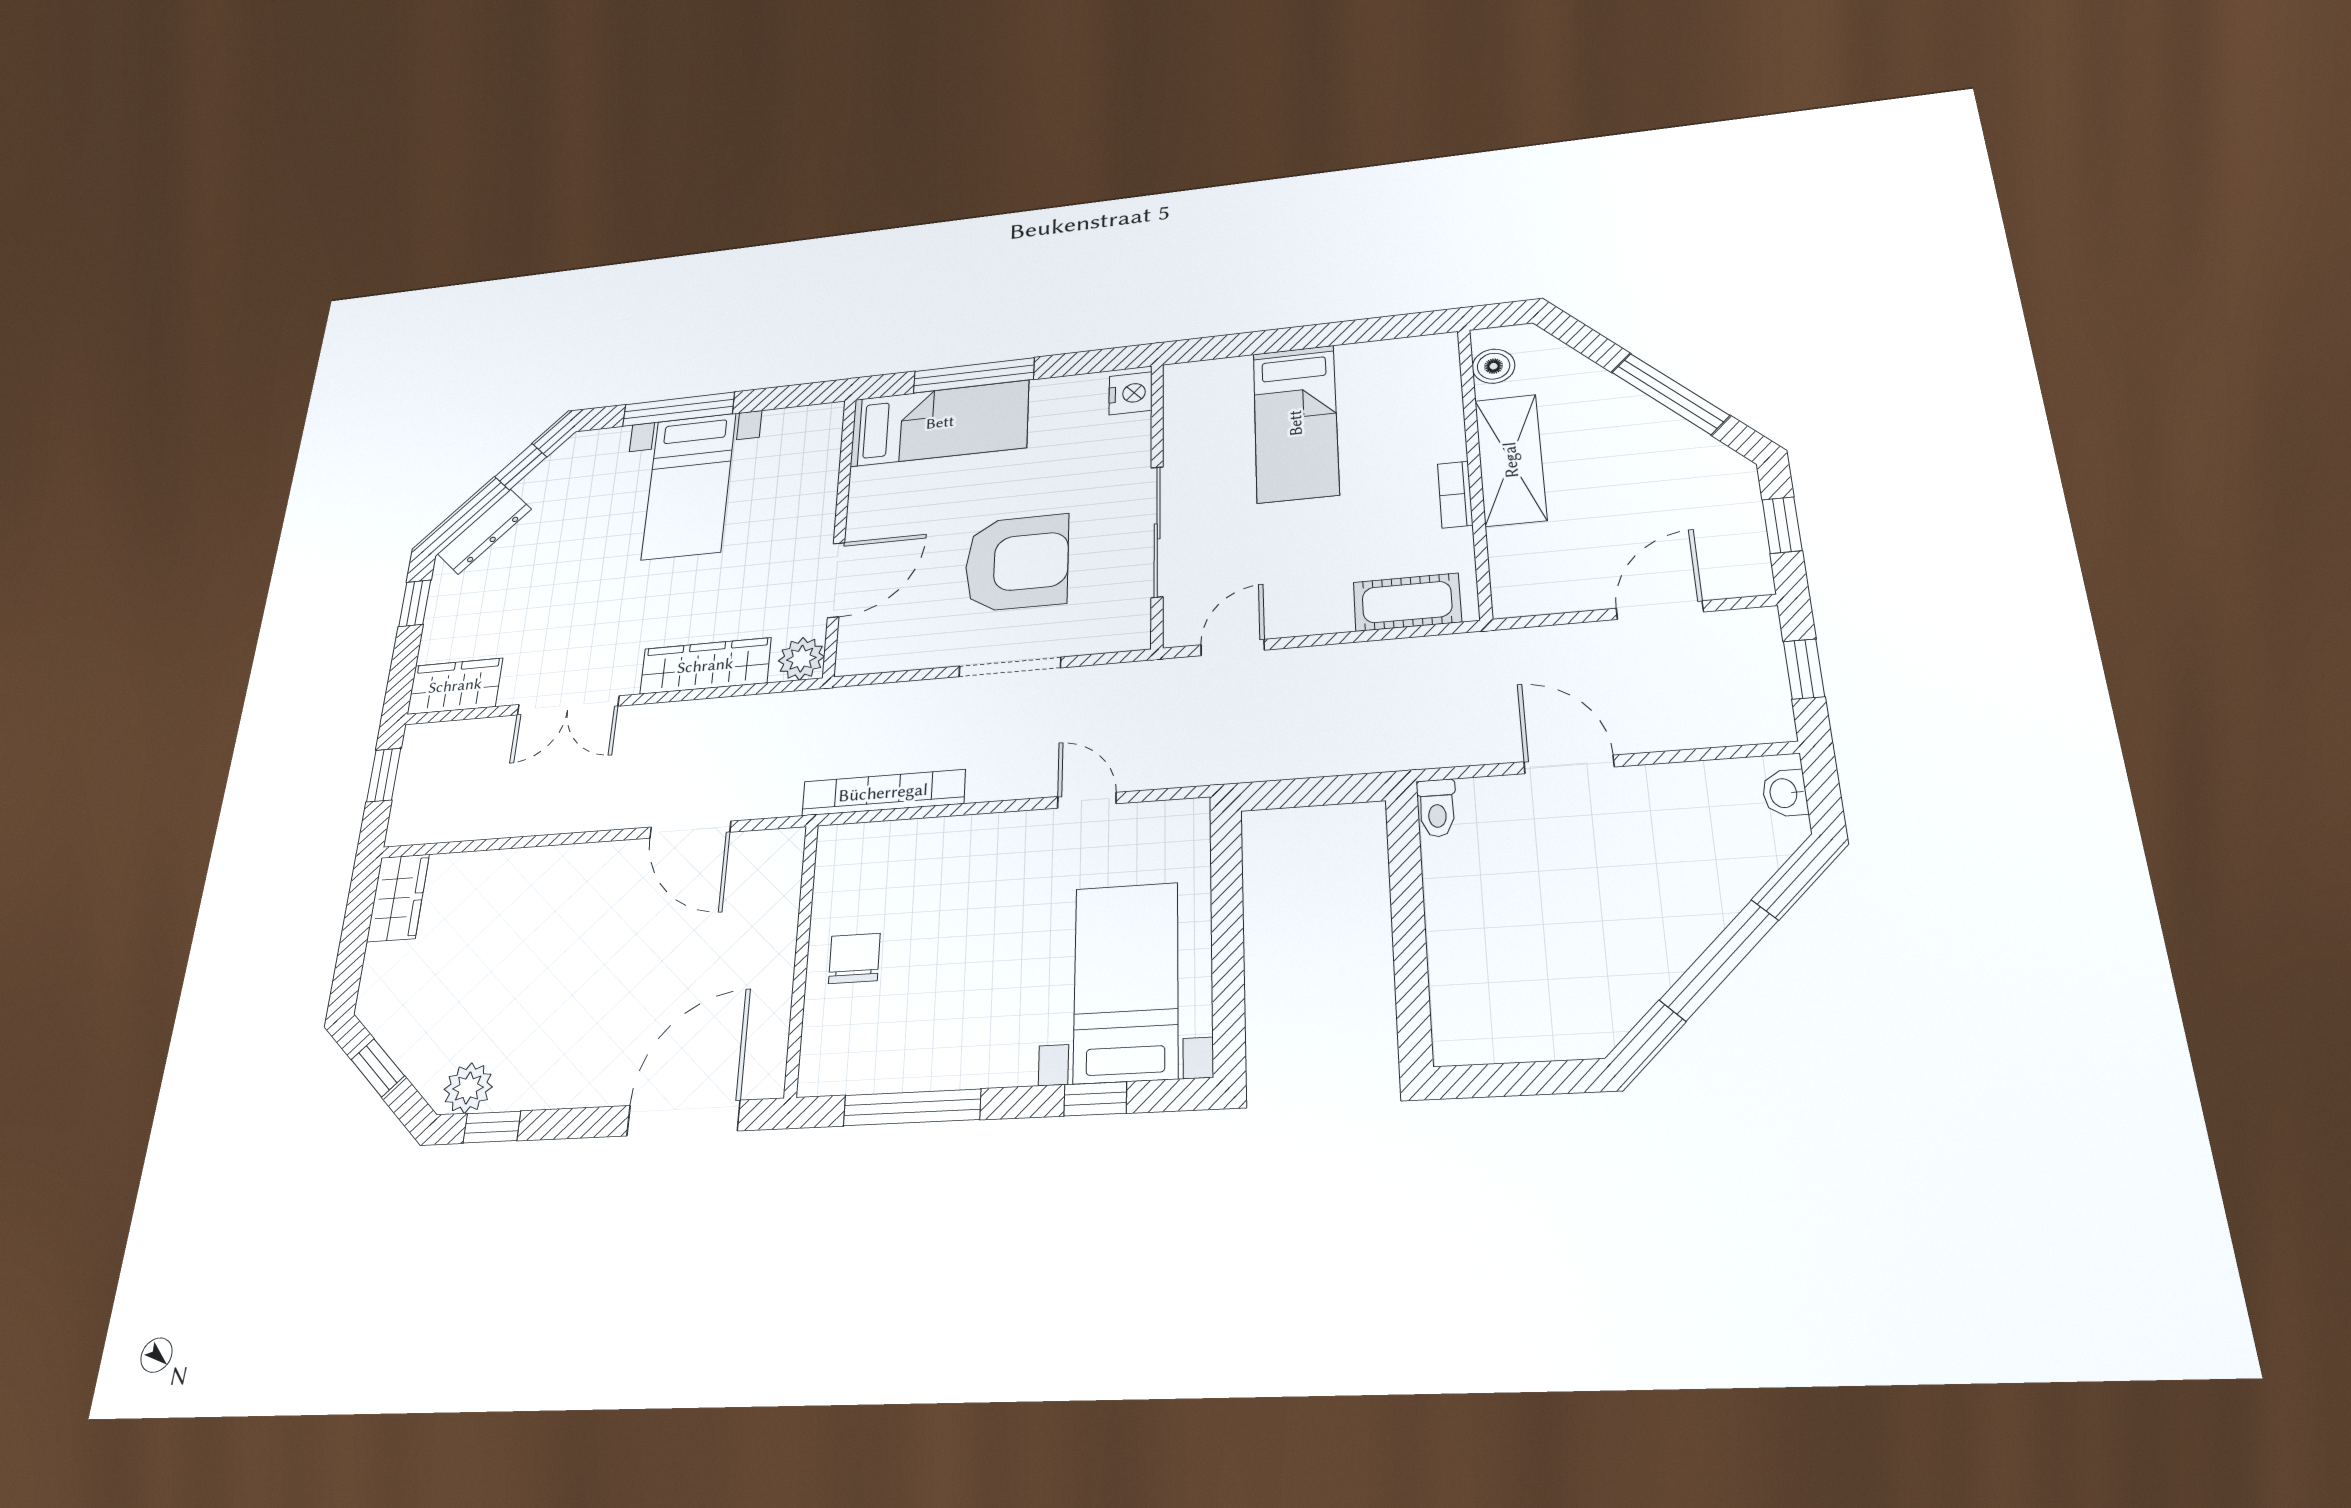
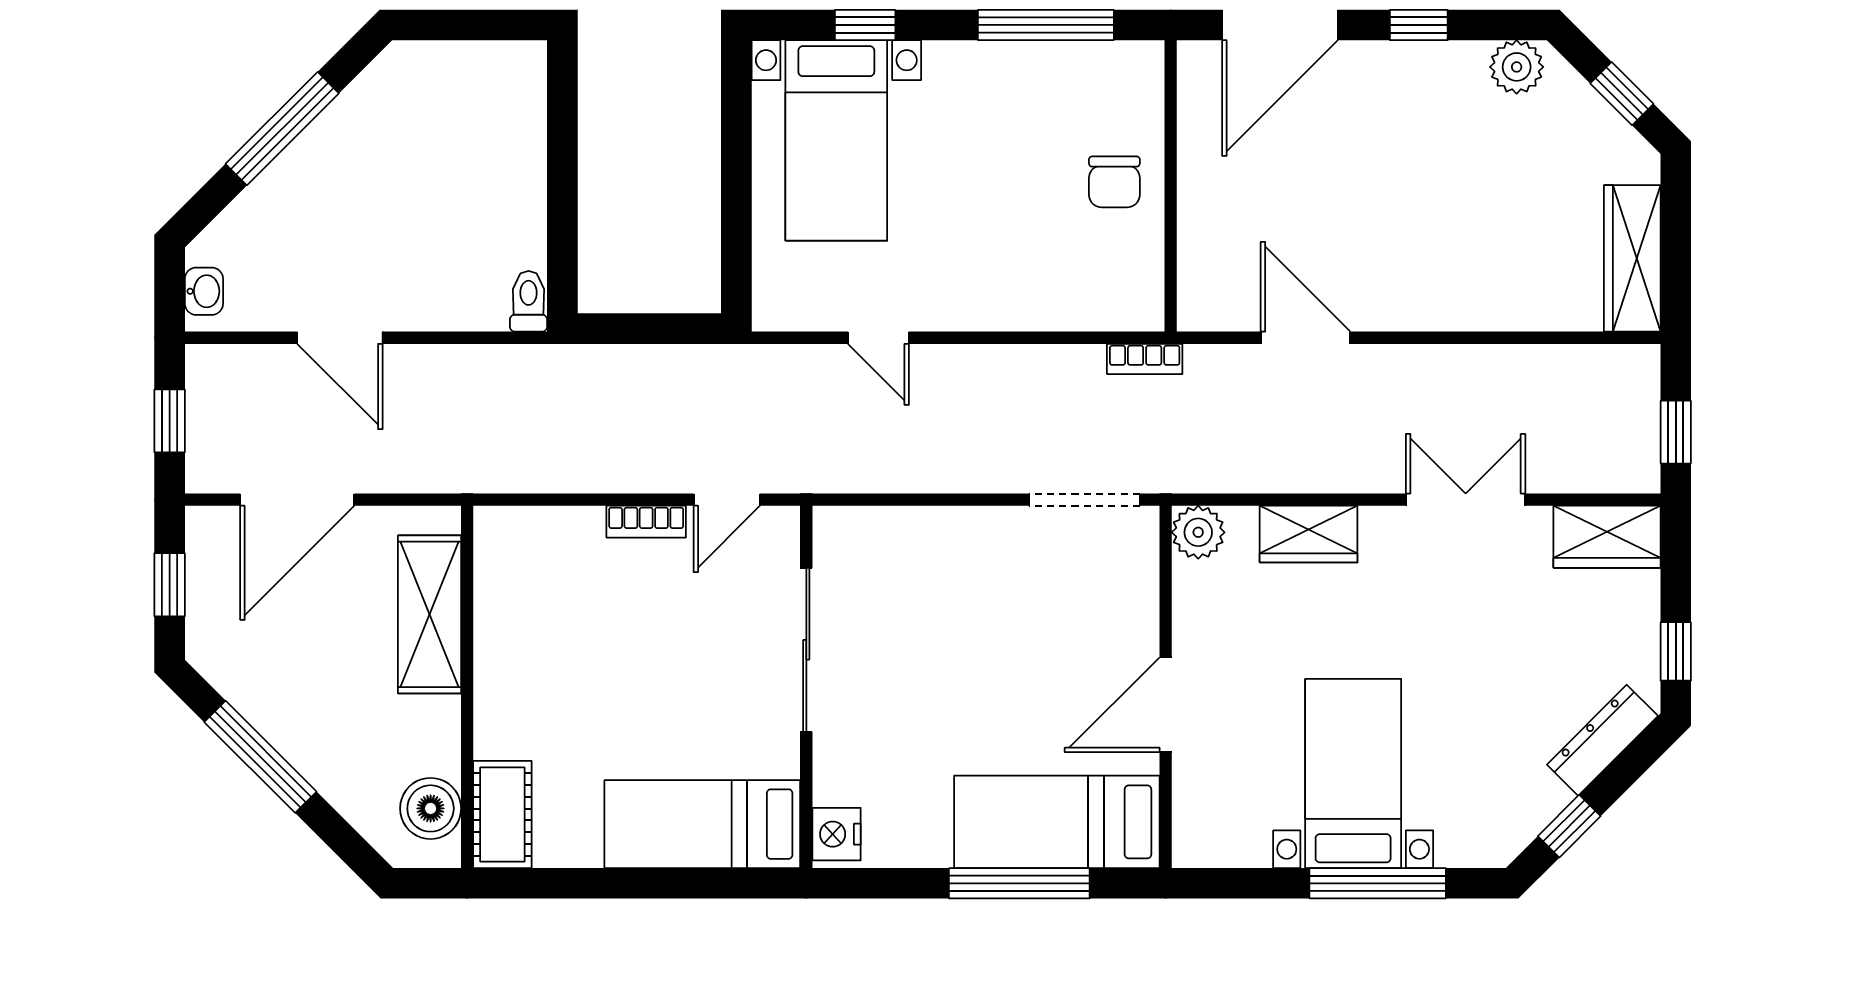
boiler: (1494, 366) -> (431, 808), width x1.36, depth x1.36
bed: (1296, 423) -> (702, 824), moved, turned -90
shelving: (1511, 460) -> (430, 614), moved
bookcase: (1455, 494) -> (646, 522), moved, turned 90
armchair: (1017, 563) -> (961, 627), removed
door: (836, 580) -> (1166, 705), moved
cot: (1407, 602) -> (502, 814), moved, turned 90
door: (1660, 610) -> (297, 500), width x1.36
wardrobe: (705, 666) -> (1309, 534), width x0.67
doorway: (1010, 667) -> (1085, 500), moved
door: (1569, 764) -> (340, 338), moved
bookcase: (883, 793) -> (1145, 359), width x0.43, depth x0.76
wardrobe: (398, 898) -> (1632, 258), width x1.50
window: (492, 1127) -> (1419, 25), moved

